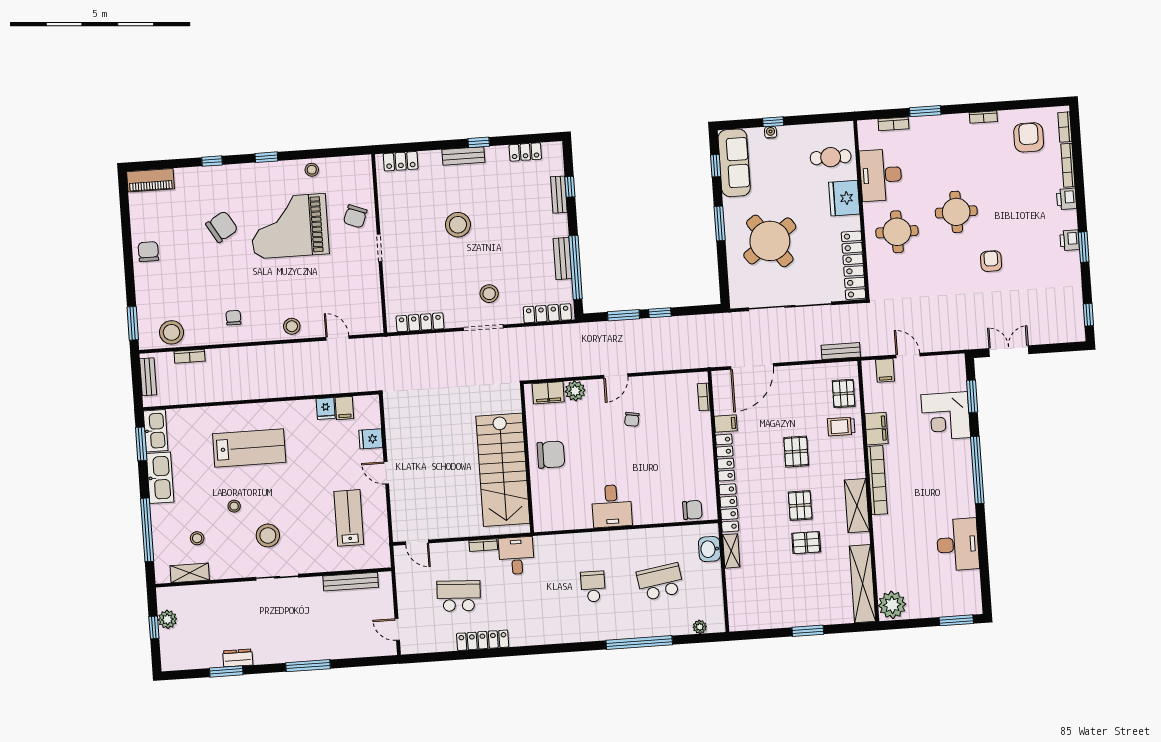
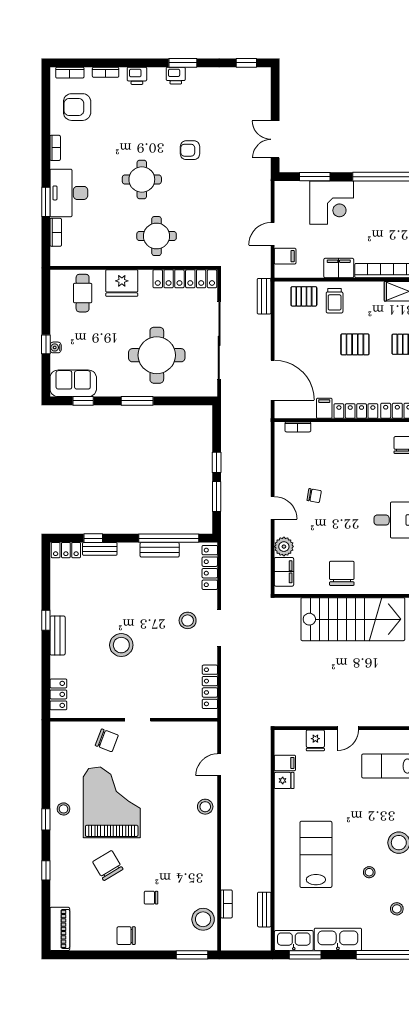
locker: (525, 152) -> (66, 550), moved, turned 90
sofa: (734, 163) -> (73, 383), width x0.73
bookcase: (1068, 165) -> (106, 72), width x0.64
stool: (312, 170) -> (64, 809), moved
desk: (881, 175) -> (69, 193), moved, turned 90
grand piano: (289, 226) -> (112, 802), turned 180
round table: (770, 241) -> (157, 355), turned 36
chair: (233, 318) -> (151, 898), moved
bench: (148, 377) -> (264, 910), moved, turned 90

